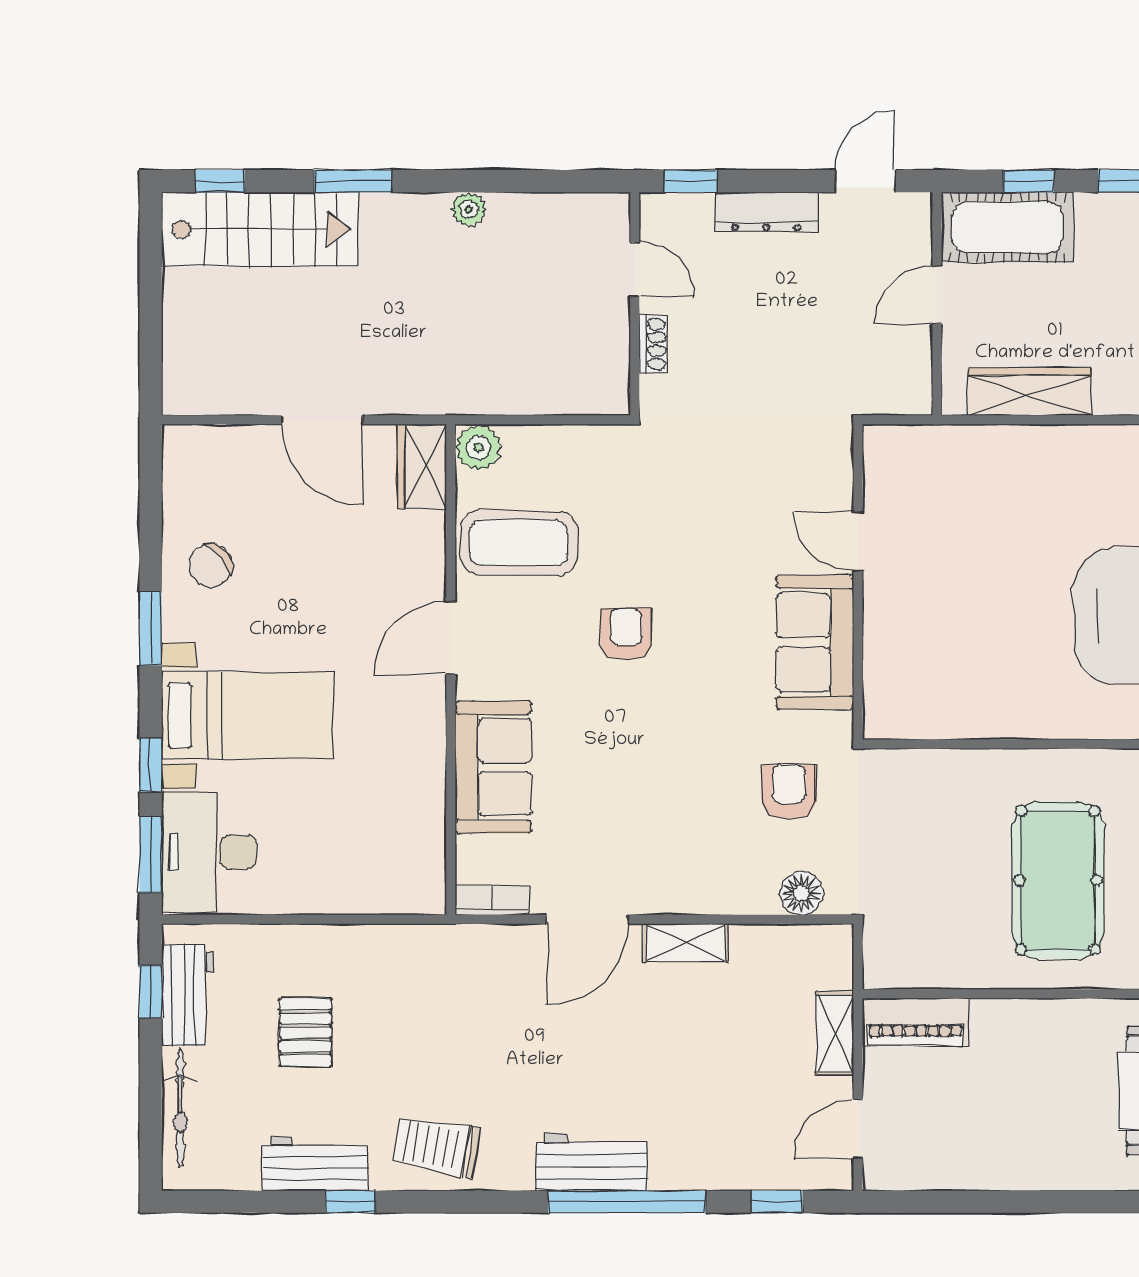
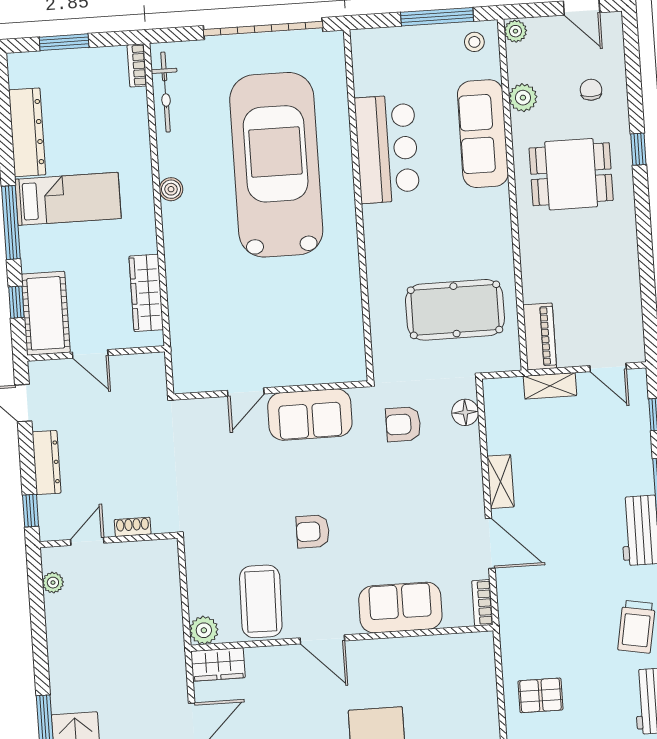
plant: (469, 209) -> (53, 583), moved
pool table: (1058, 880) -> (455, 310), moved
pallet: (306, 1032) -> (540, 695), moved

